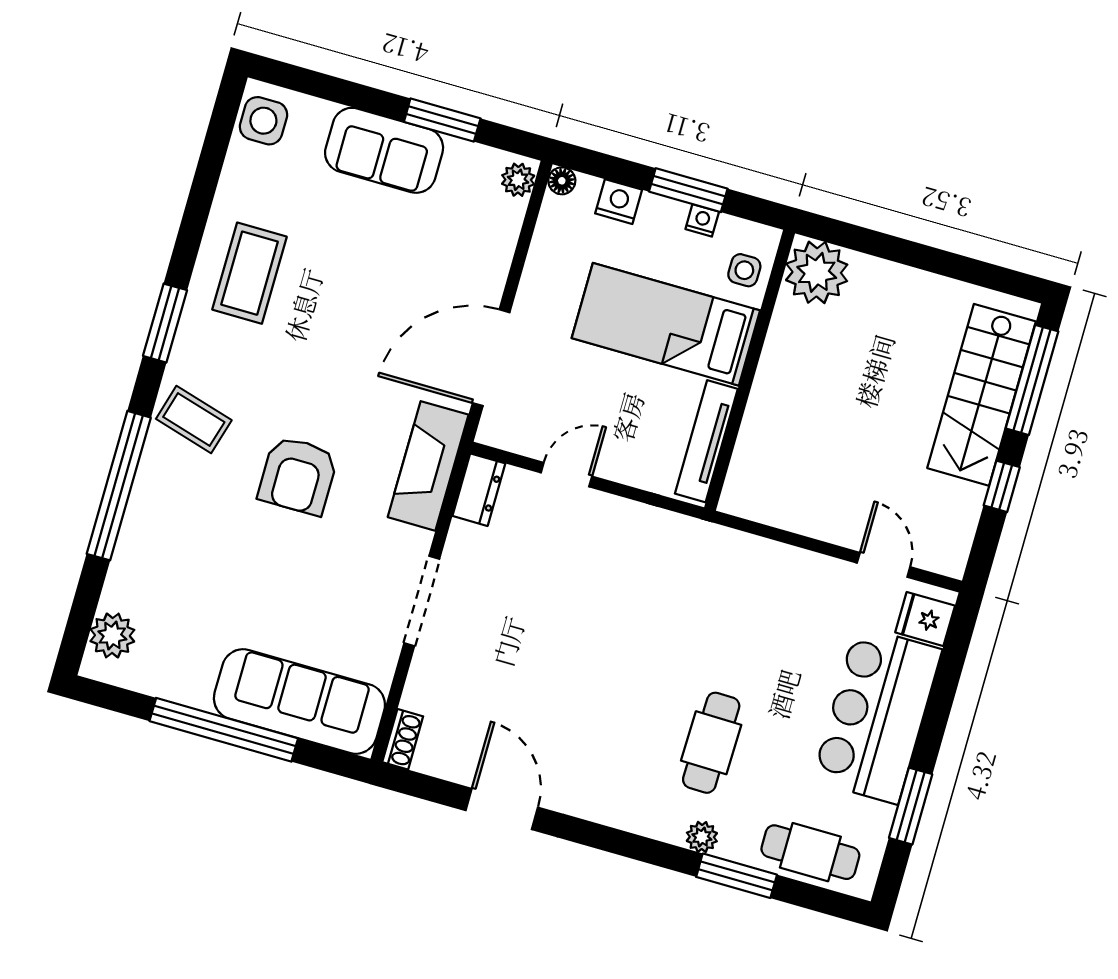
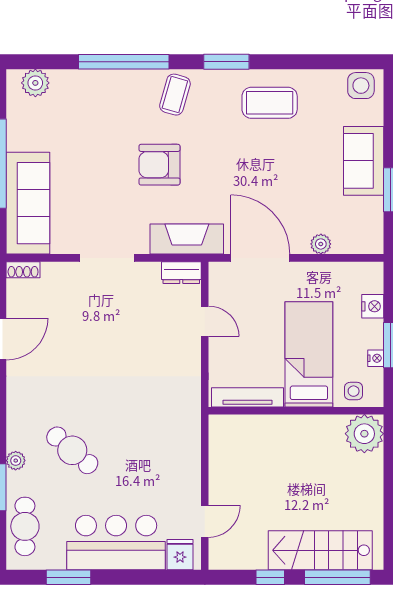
plant: (518, 180) -> (321, 244), moved
floor lamp: (562, 181) -> (375, 270), removed
cafe table: (711, 743) -> (72, 450), turned 40

